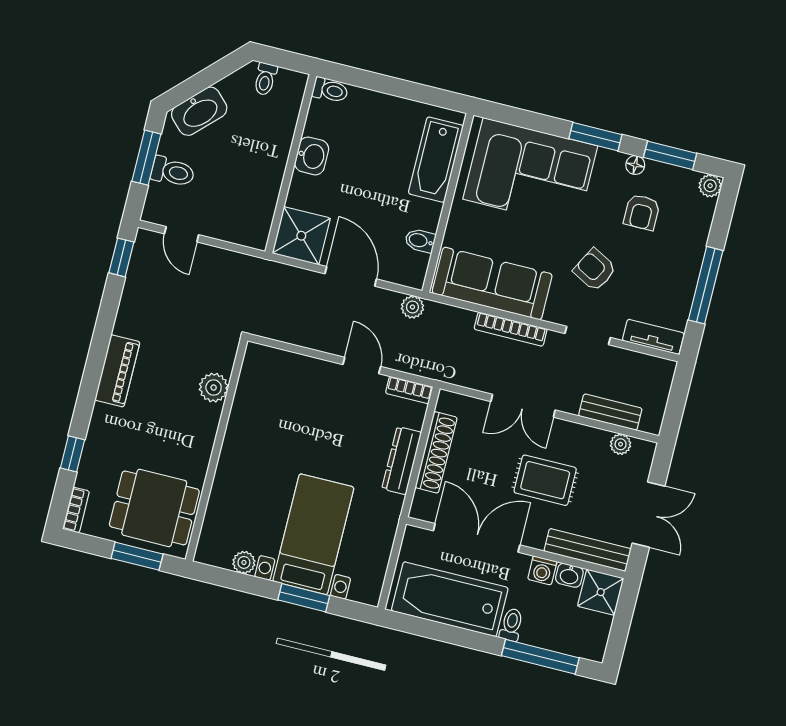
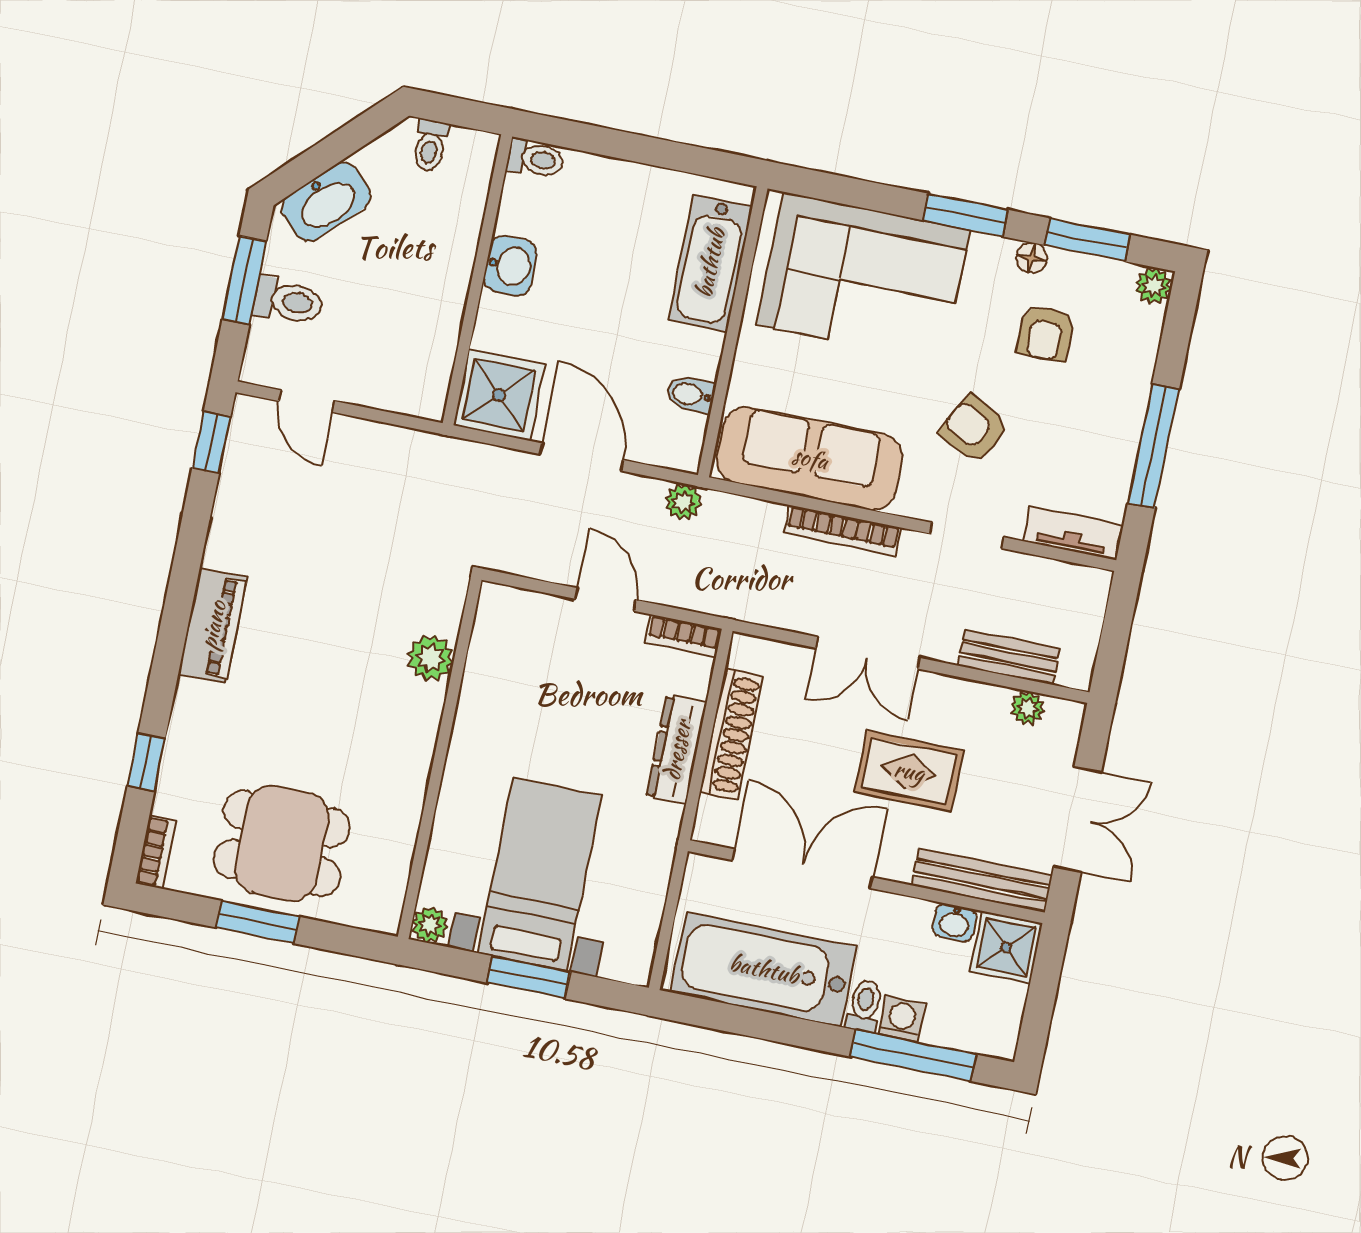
plant: (214, 388) -> (430, 658), moved
wall: (217, 450) -> (440, 758), moved
washing machine: (542, 570) -> (902, 1019), moved, turned 180

